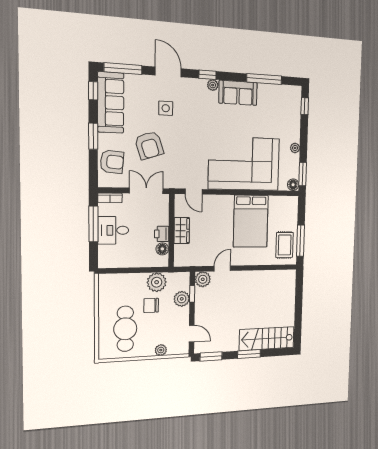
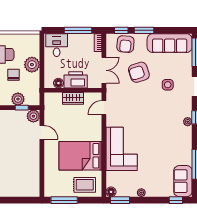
window: (93, 91) -> (121, 30), moved
sofa: (238, 93) -> (183, 181), moved
corner sofa: (244, 164) -> (122, 149), width x0.73, depth x0.74
desk: (113, 230) -> (57, 45), moved
printer: (162, 234) -> (76, 80), width x1.87, depth x1.48
rug: (285, 245) -> (85, 185), moved
plant: (157, 282) -> (32, 65), moved

